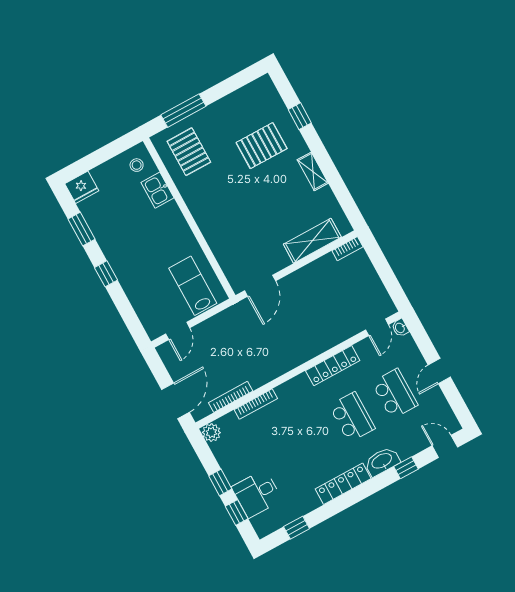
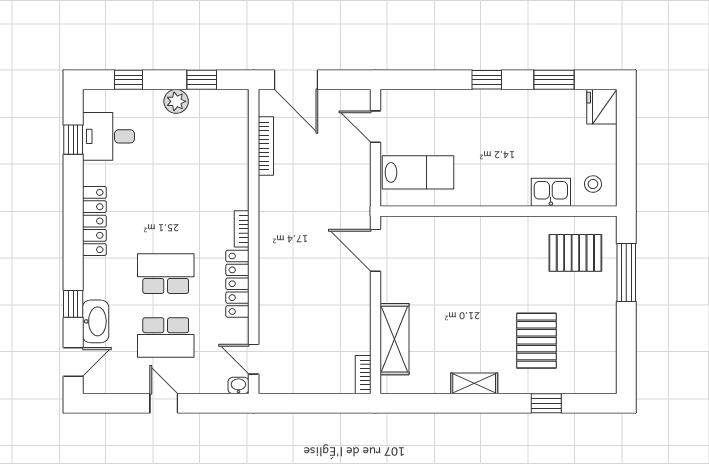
bookcase: (256, 404) -> (242, 229), moved, width x0.64
school desk: (352, 417) -> (166, 274), turned 180
plant: (211, 433) -> (176, 101), moved
washbasin: (382, 461) -> (96, 321), moved
window: (220, 482) -> (202, 80), moved
desk: (257, 494) -> (108, 136), moved, turned -90

